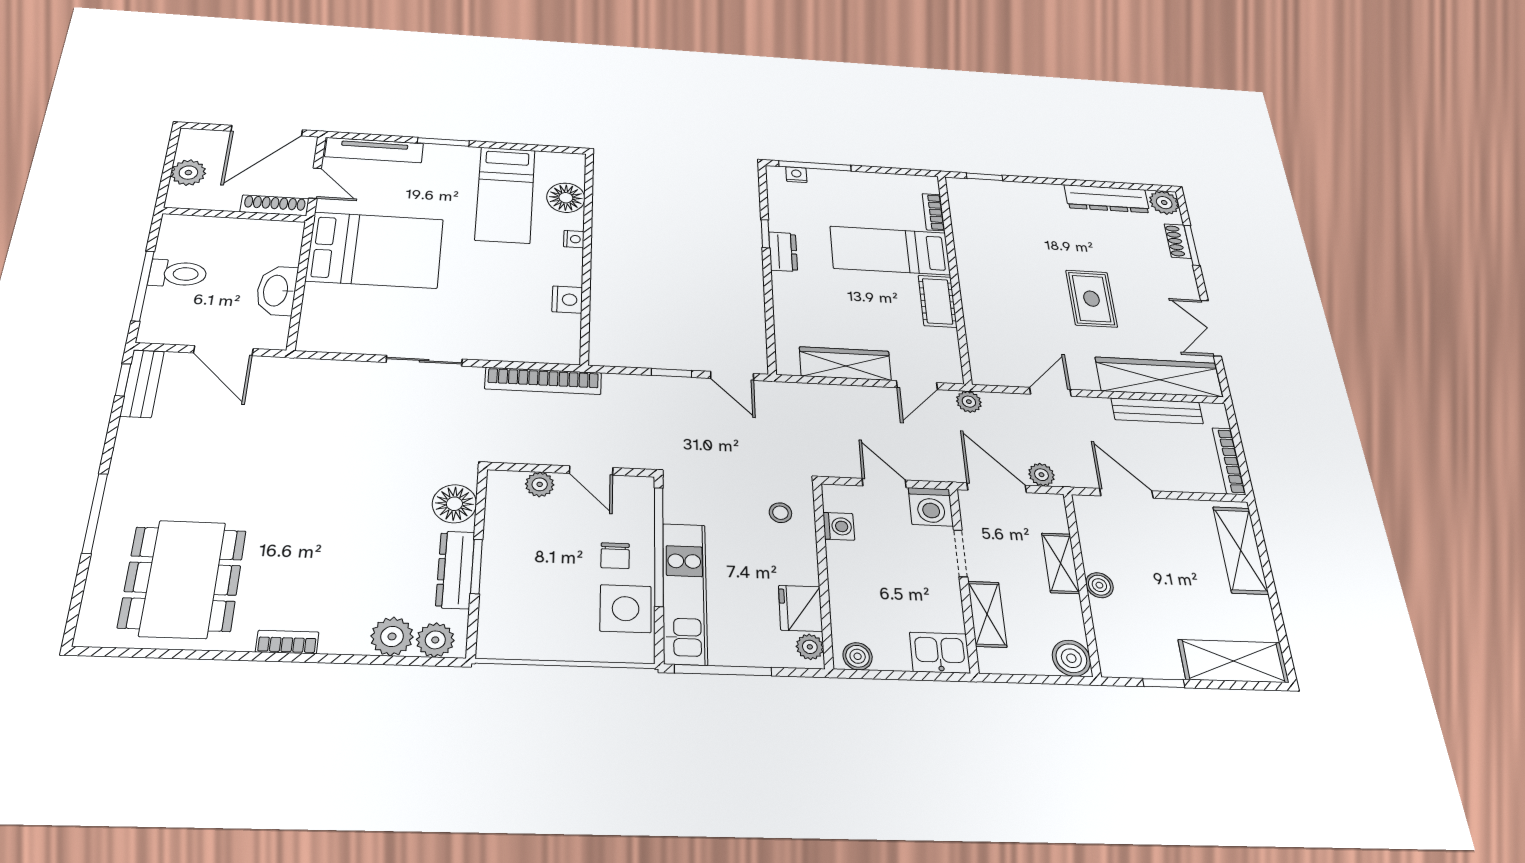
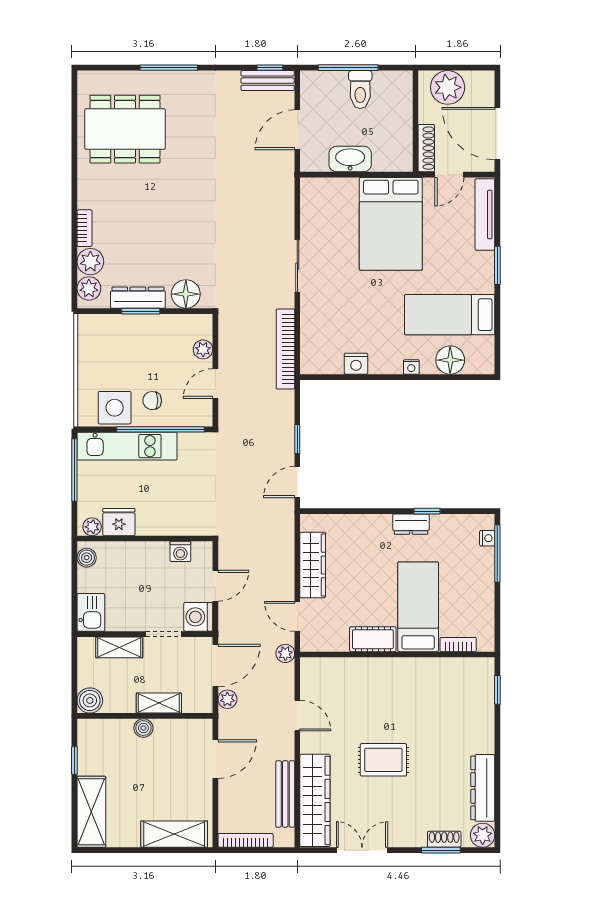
plant: (188, 173) -> (448, 87), width x1.36, depth x1.36
stool: (780, 513) -> (189, 512), removed
bookcase: (287, 642) -> (84, 228), moved

